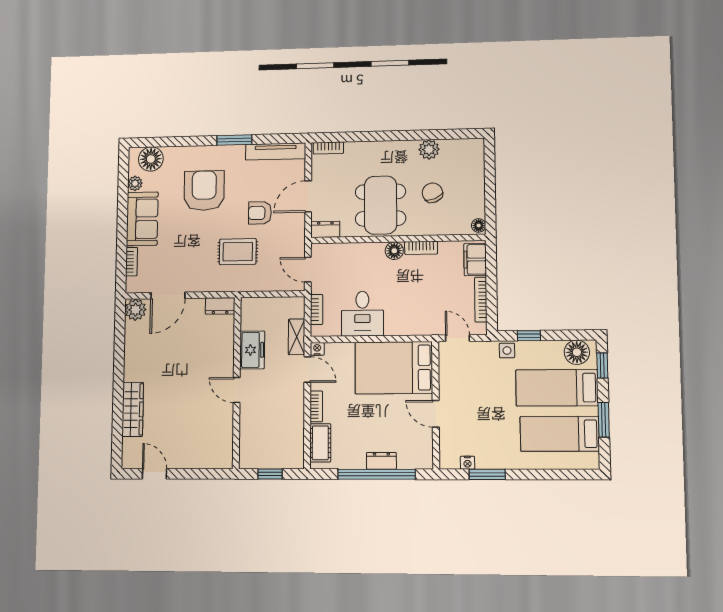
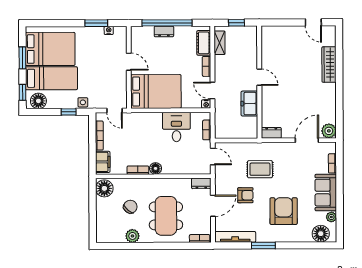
armchair: (204, 191) -> (284, 211), turned 180
chair: (432, 193) -> (130, 207), turned -117
dining table: (381, 205) -> (166, 216), moved
floor lamp: (479, 225) -> (104, 188), width x1.89, depth x1.89
shelving: (297, 337) -> (220, 43), moved
bed: (560, 434) -> (50, 49), width x1.50

